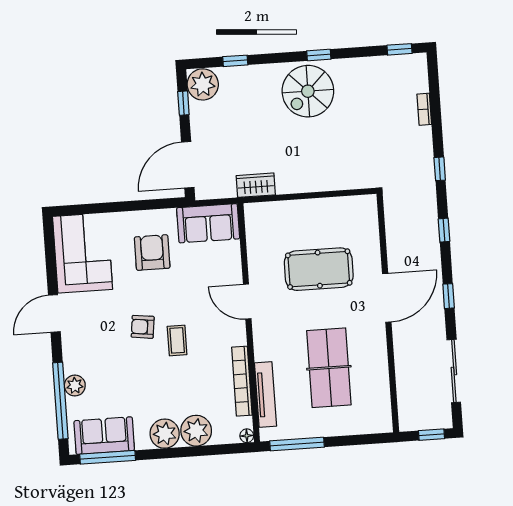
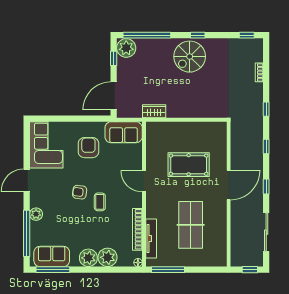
window: (235, 61) -> (147, 35), width x3.17
plant: (75, 386) -> (36, 214), moved

